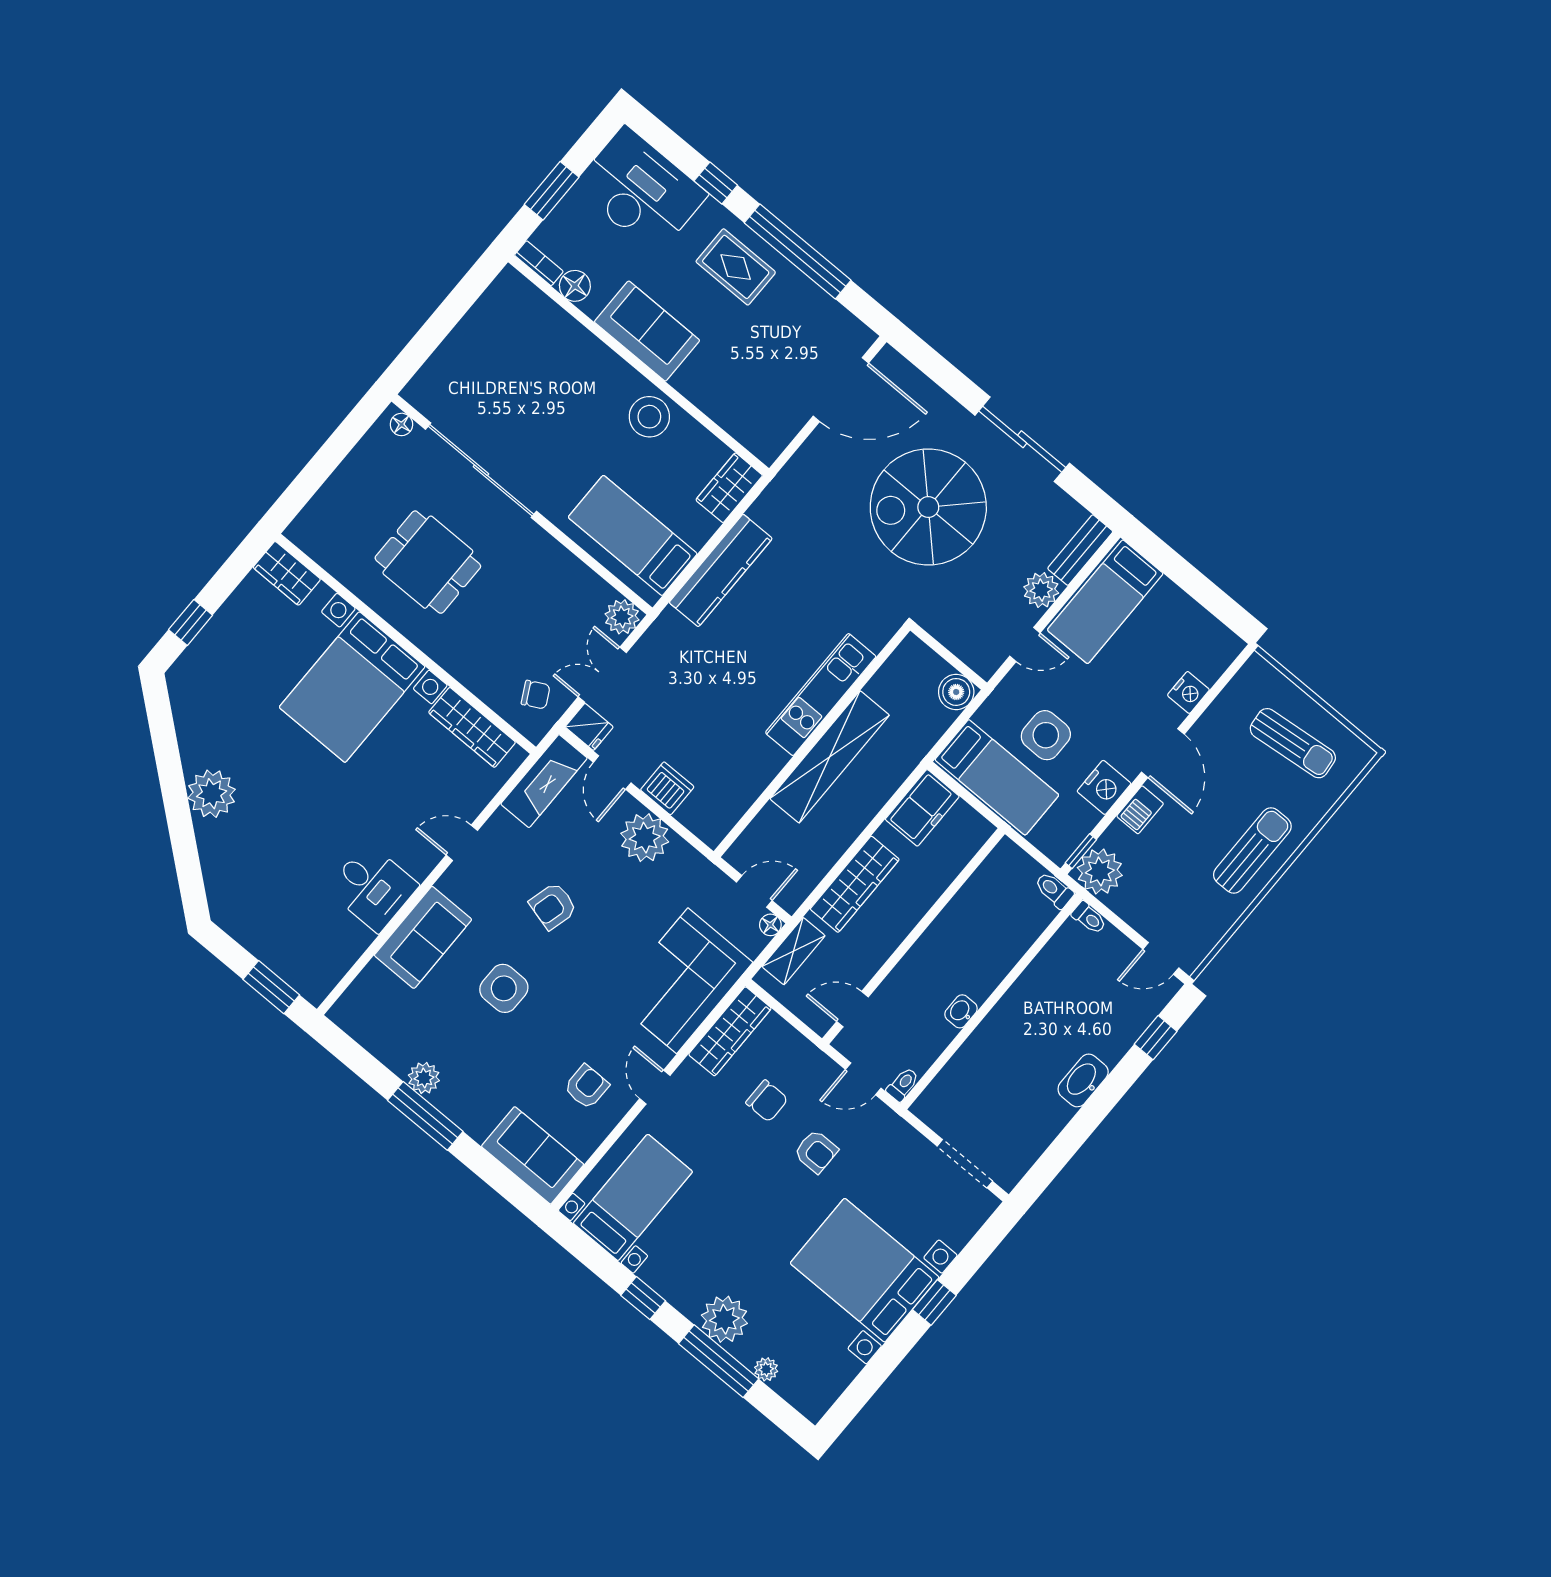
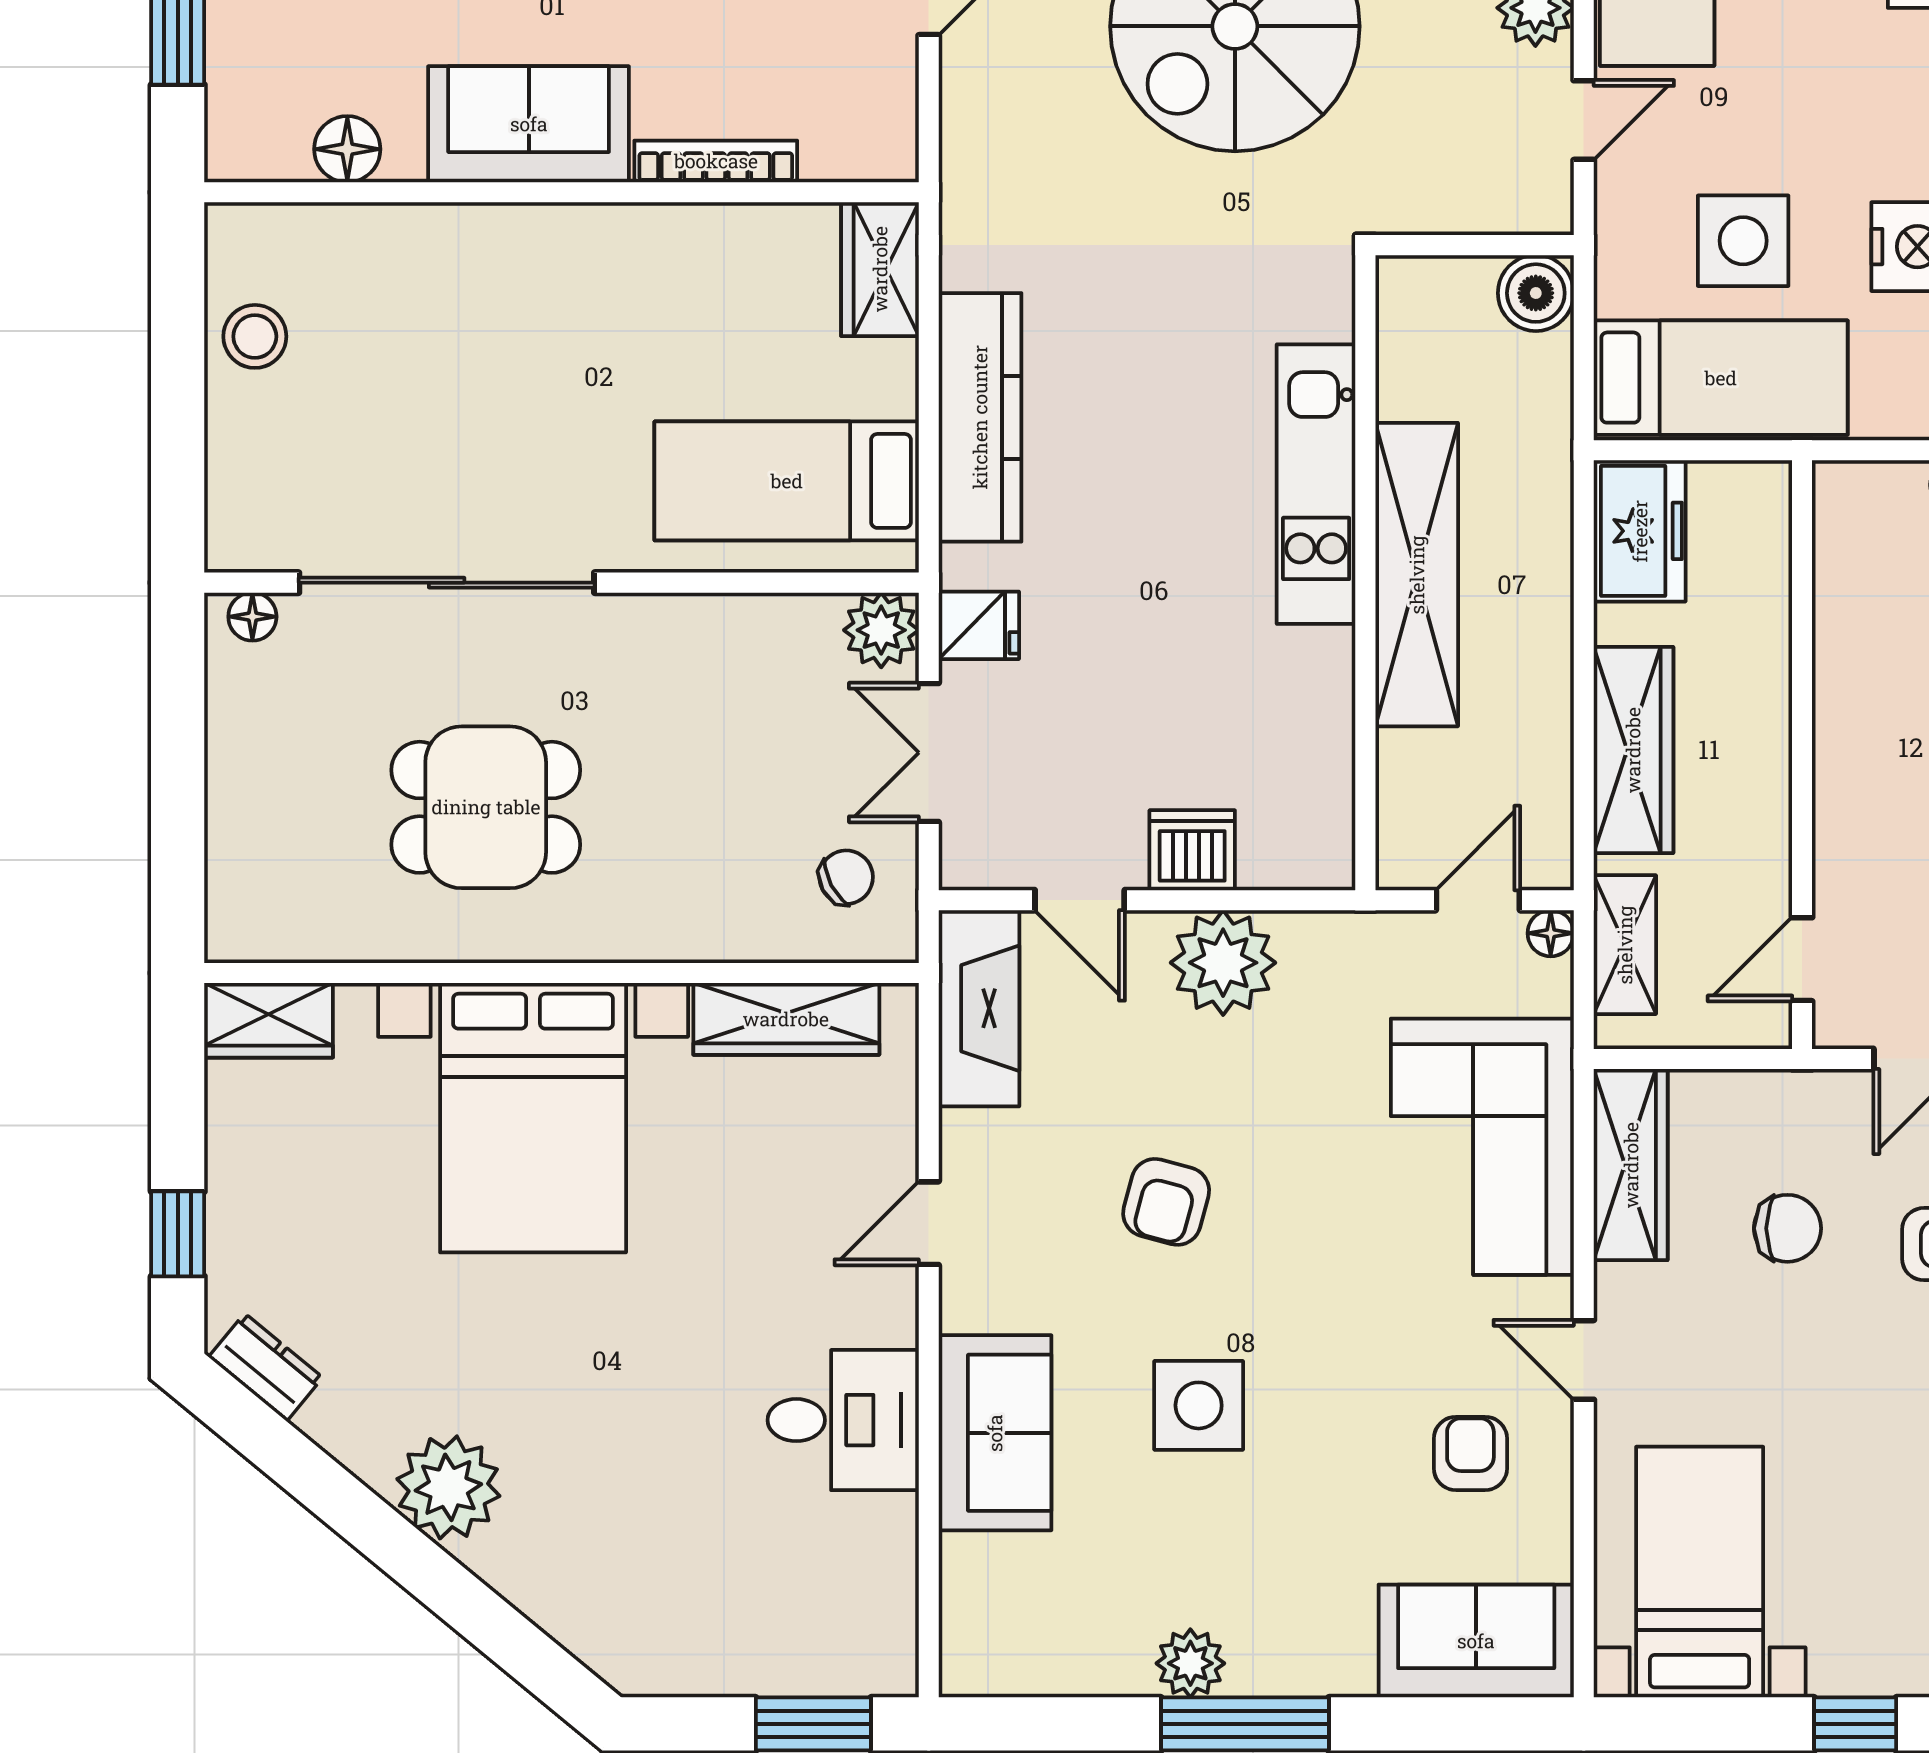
bookcase: (539, 263) -> (716, 161), moved, width x1.56
stool: (649, 417) -> (255, 336), moved, width x0.73, depth x0.73
dresser: (182, 696) -> (266, 1367), added
fridge: (589, 727) -> (979, 625), moved

